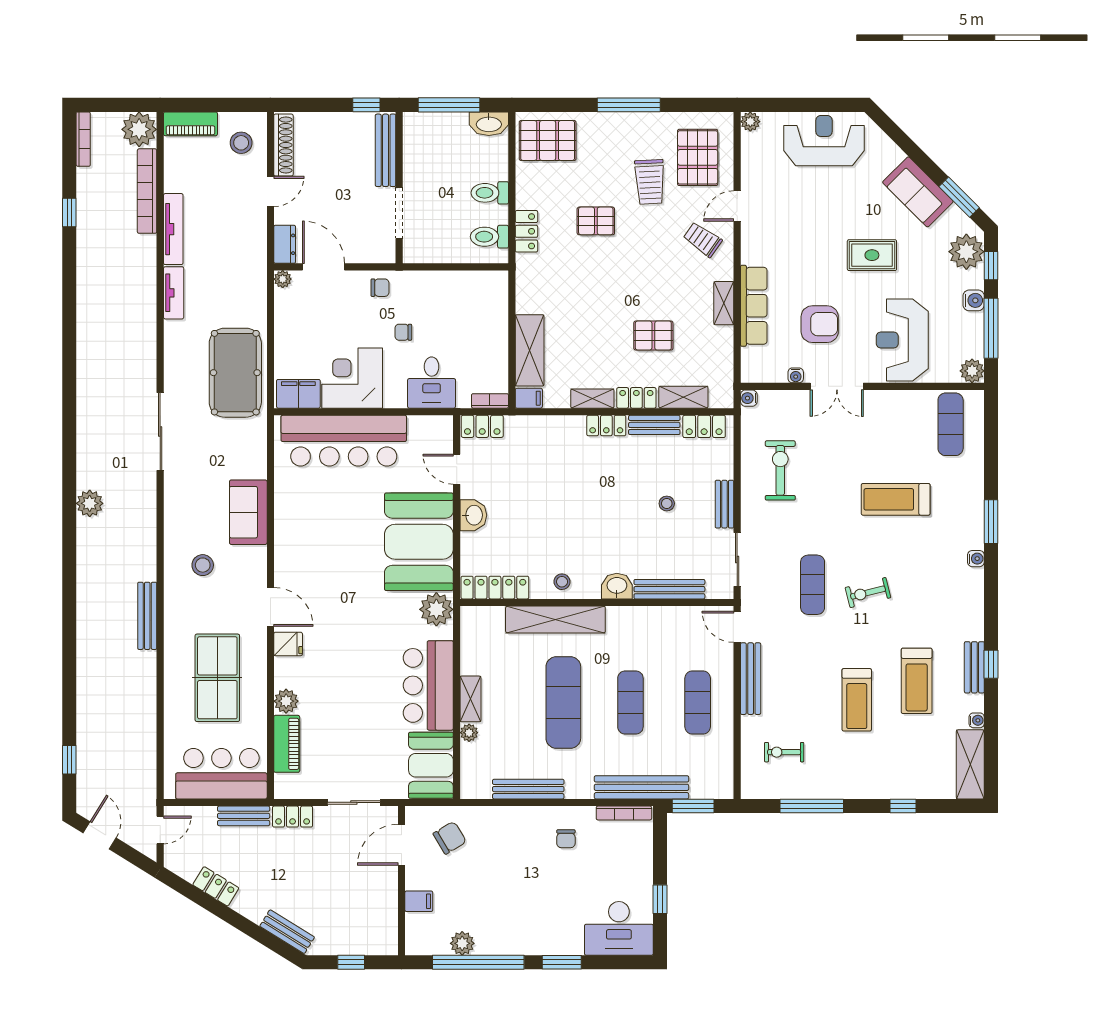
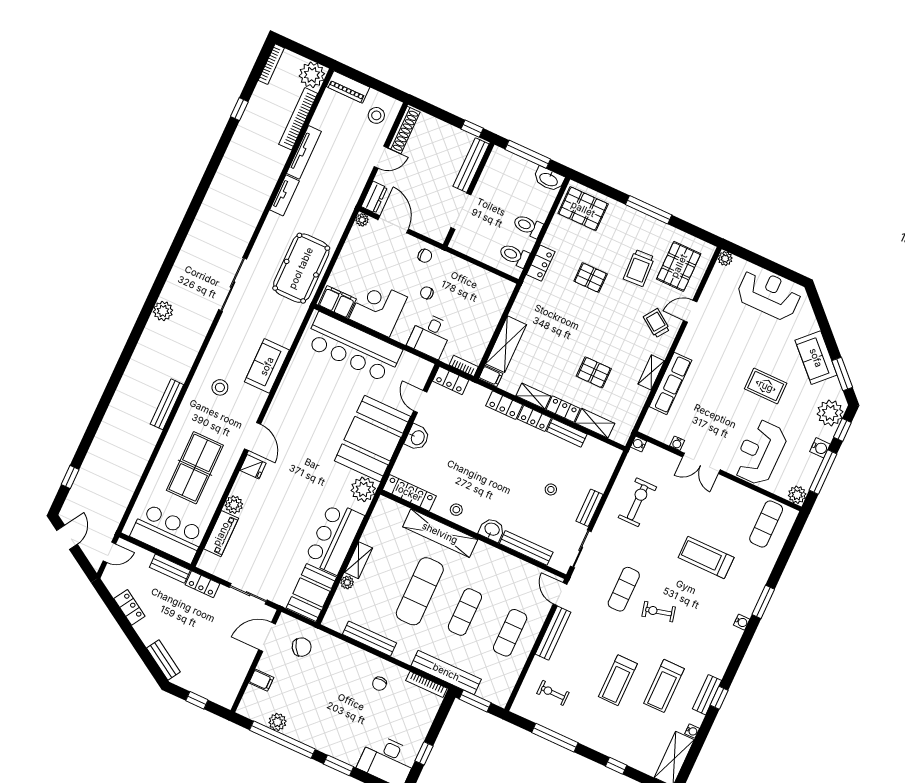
armchair: (820, 324) -> (709, 416), removed
locker: (704, 426) -> (504, 405), moved

